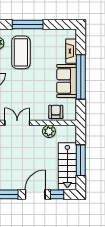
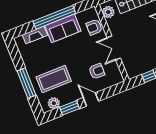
armchair: (12, 97) -> (97, 71), added
double door: (17, 123) -> (114, 48), moved
plant: (49, 131) -> (108, 12), moved

